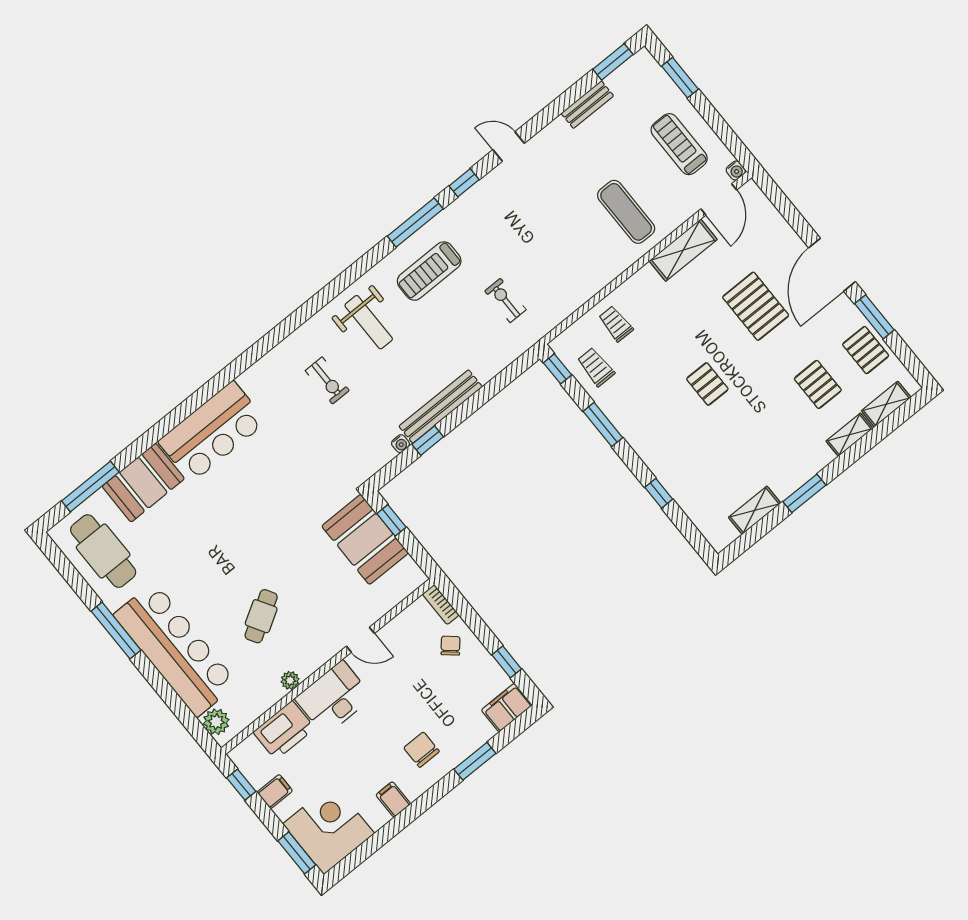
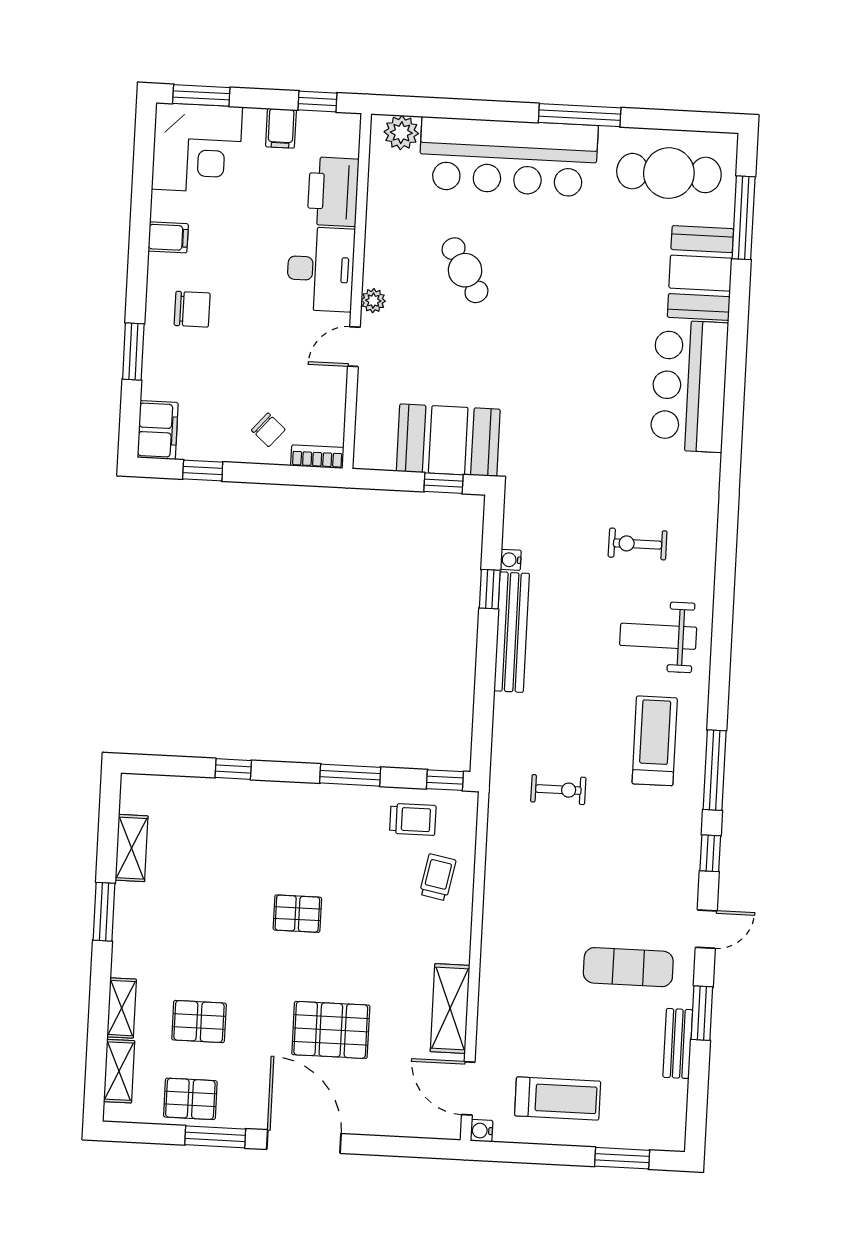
window: (613, 62) -> (702, 1013), moved
exercise mat: (626, 212) -> (628, 967), moved
trolley: (616, 324) -> (438, 877), turned -79
plant: (290, 680) -> (373, 301), moved

